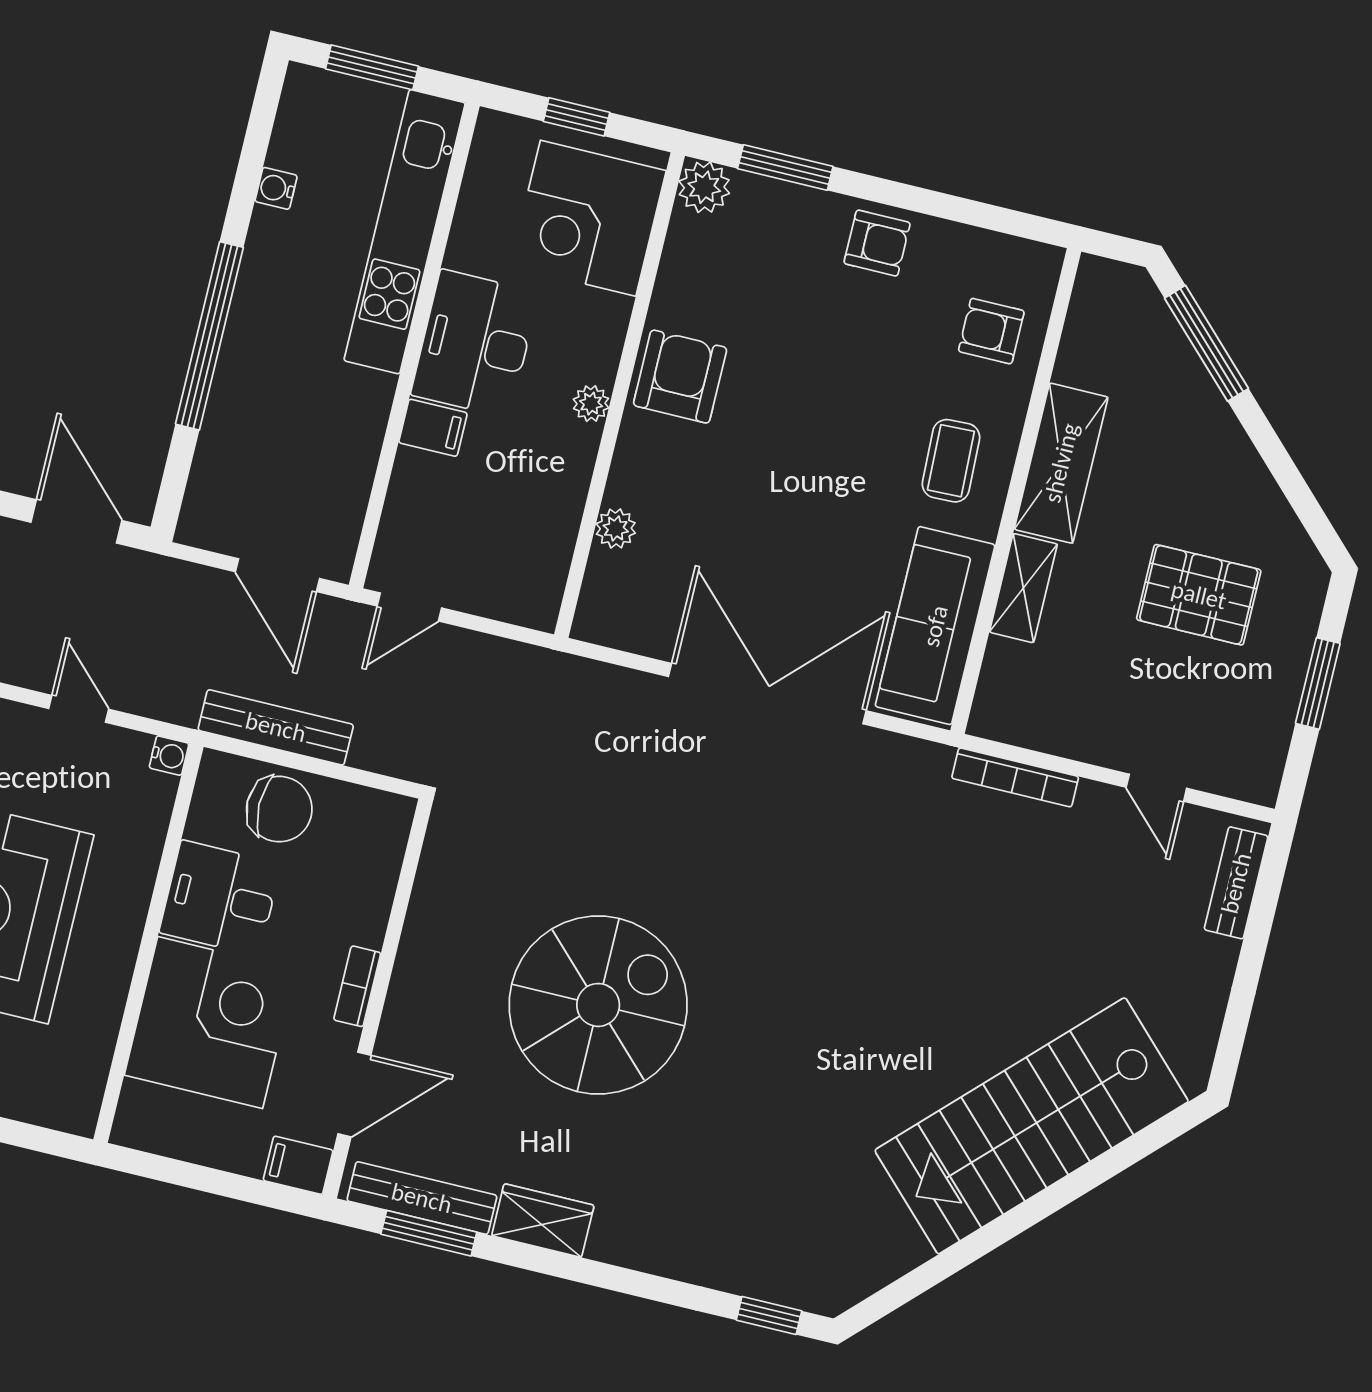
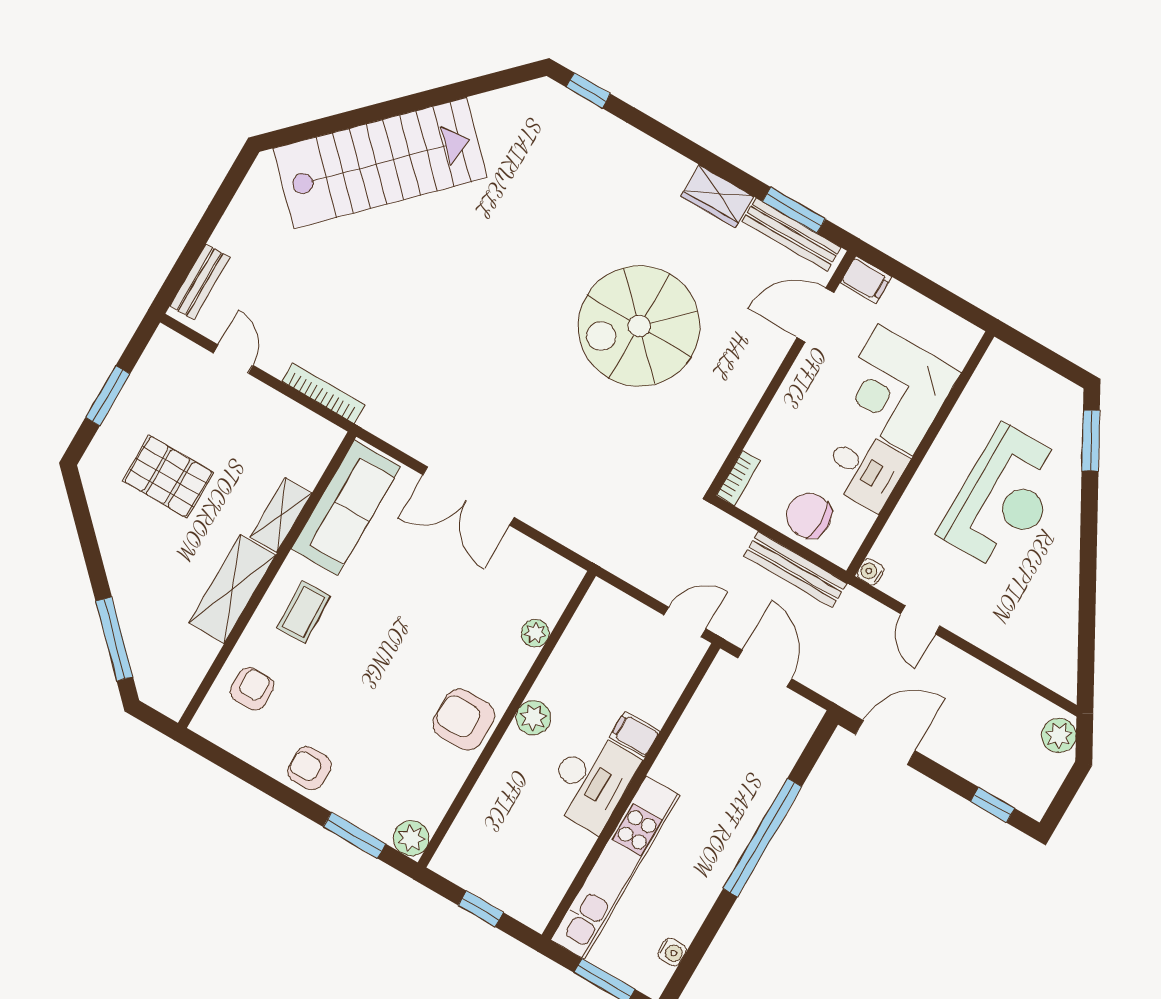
water cooler: (276, 188) -> (672, 952), moved
corner desk: (588, 218) -> (493, 841), removed
armchair: (991, 331) -> (252, 689), turned -90
armchair: (680, 377) -> (464, 720), turned 90
plant: (591, 404) -> (533, 718), width x1.38, depth x1.38
door: (76, 521) -> (885, 742), swing flipped
double door: (767, 694) -> (468, 496), width x0.73
bookcase: (357, 986) -> (738, 478), moved

